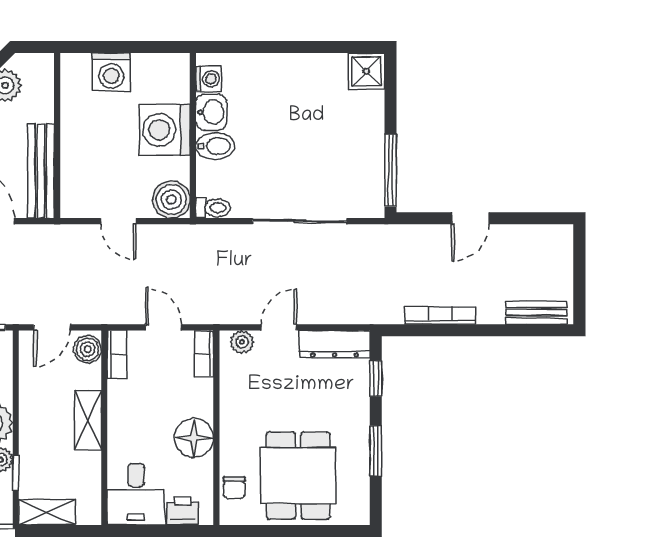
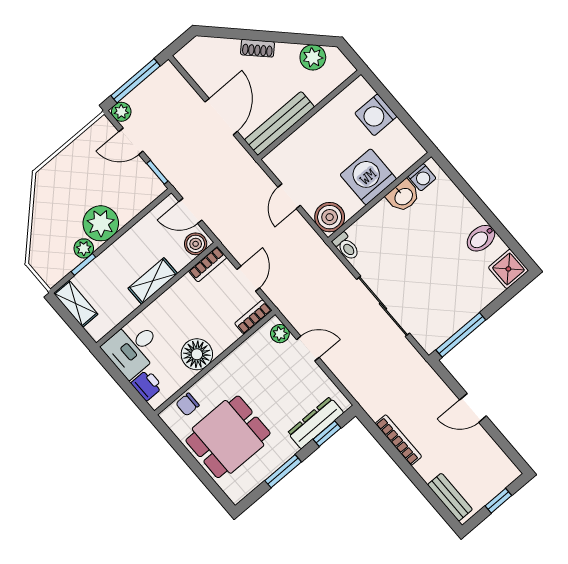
bidet: (215, 146) -> (481, 238), moved, turned 90
window: (579, 270) -> (498, 501), added
dresser: (335, 344) -> (316, 423), moved, turned 90

